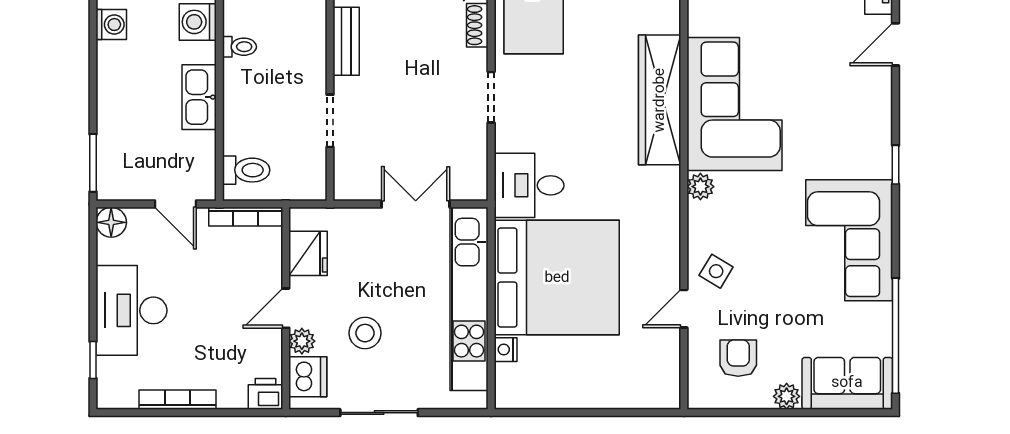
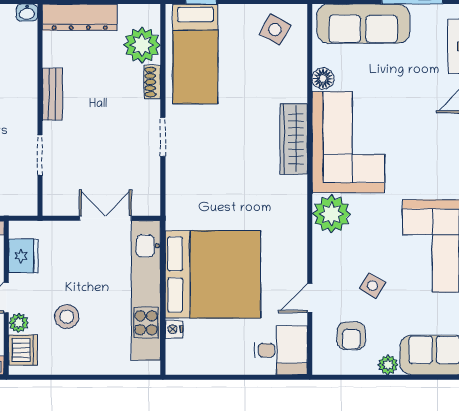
floor lamp: (701, 21) -> (323, 79), added
wardrobe: (660, 100) -> (294, 139), width x0.71, depth x0.85
desk: (529, 185) -> (281, 350), moved, turned 180
plant: (700, 187) -> (331, 214), width x1.87, depth x1.87
side table: (716, 271) -> (372, 286), moved
armchair: (738, 358) -> (351, 336), turned 180
sliding door: (379, 413) -> (77, 377), removed

